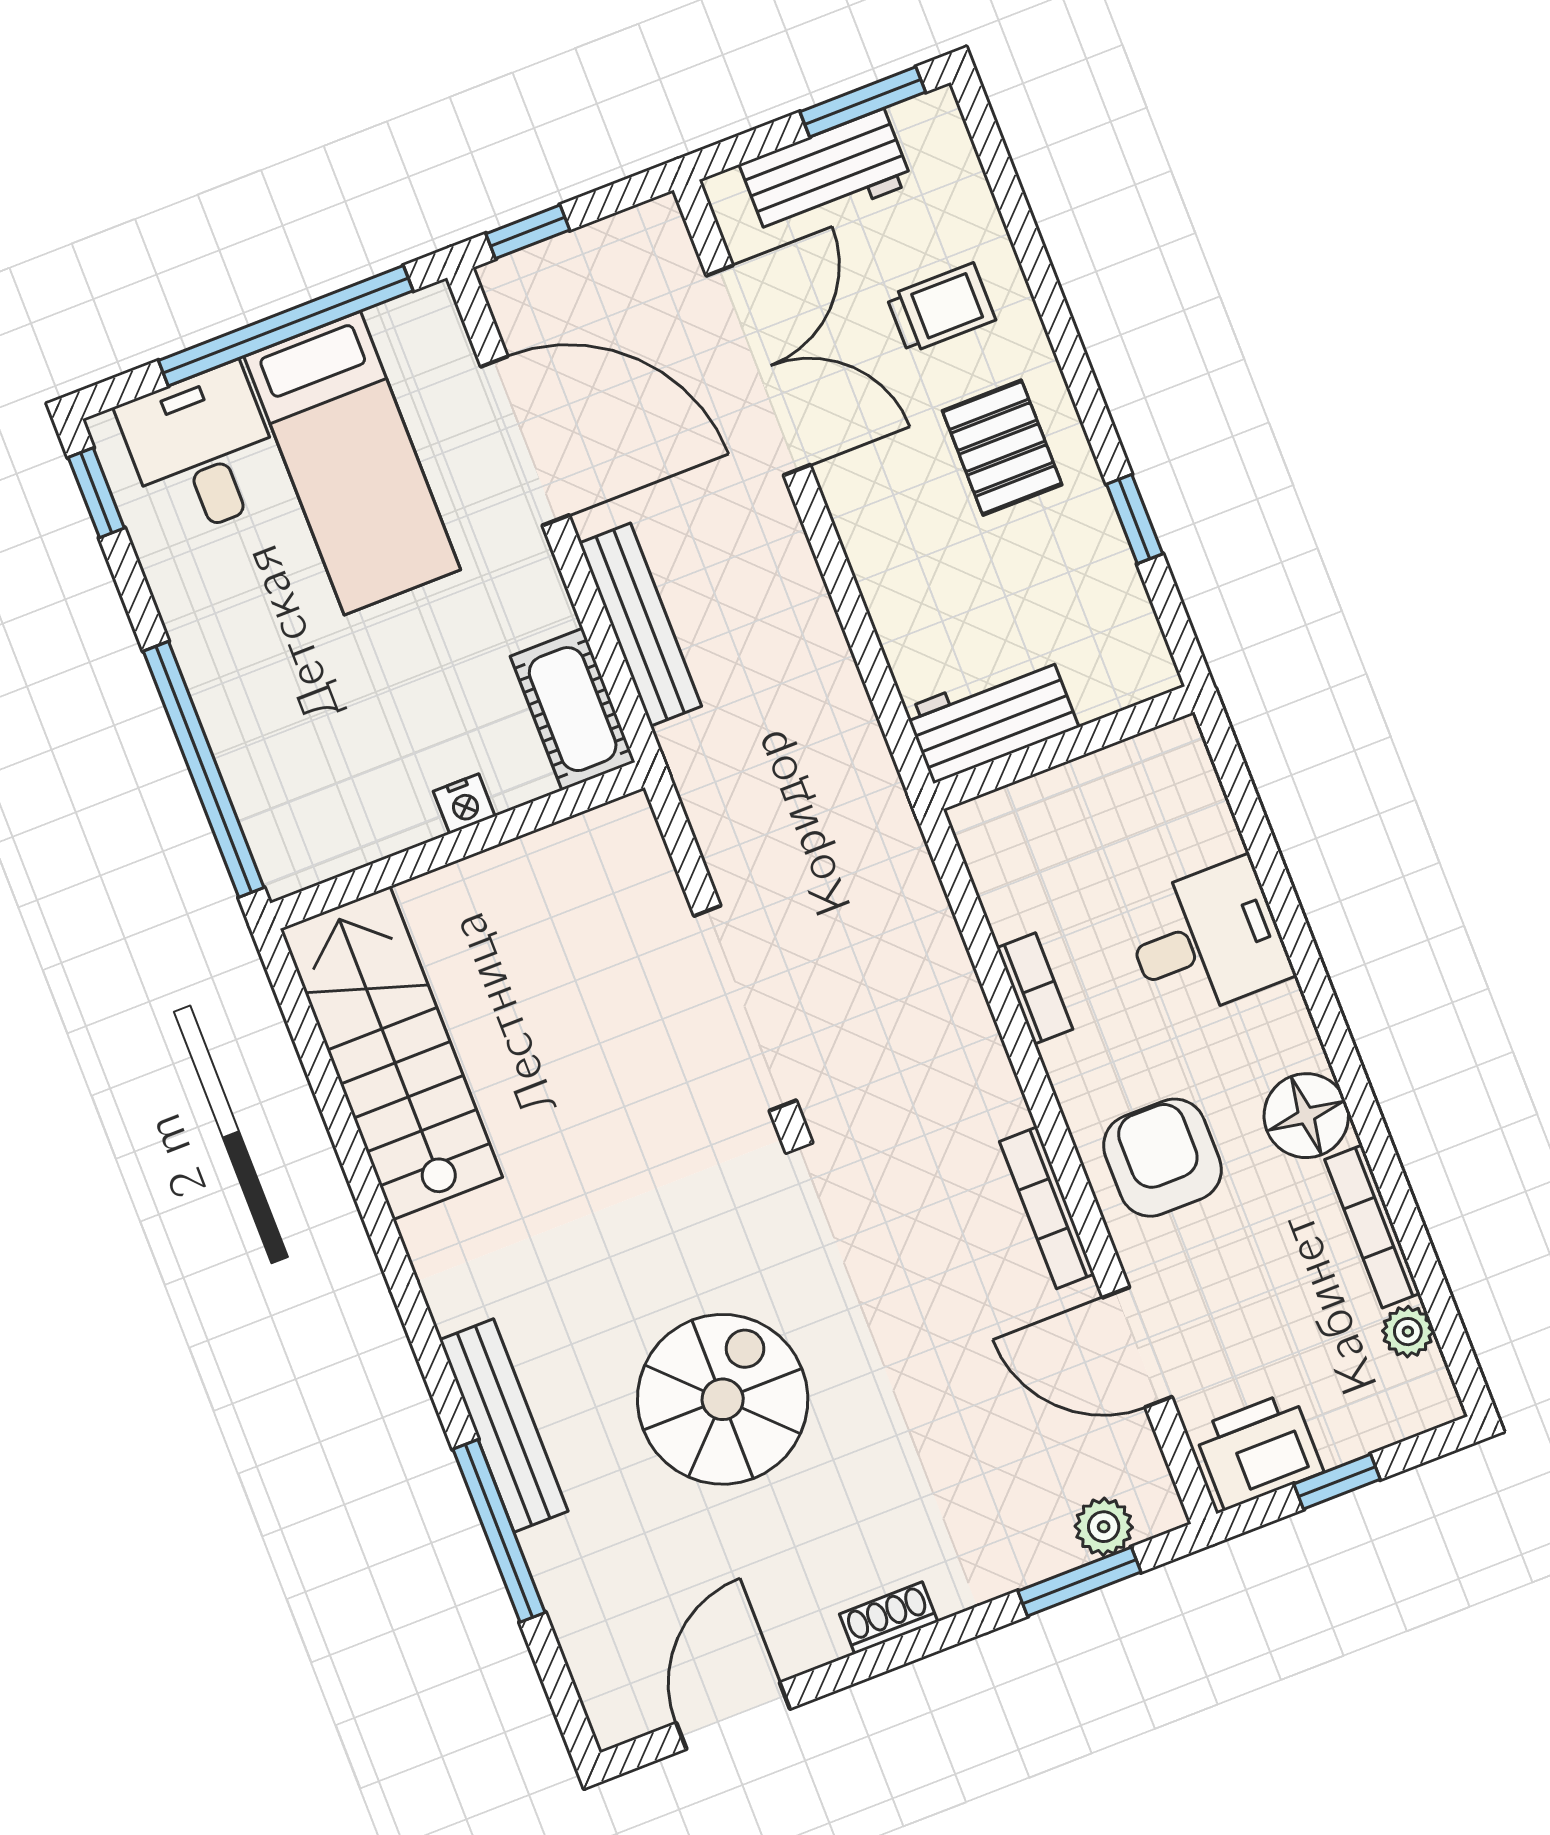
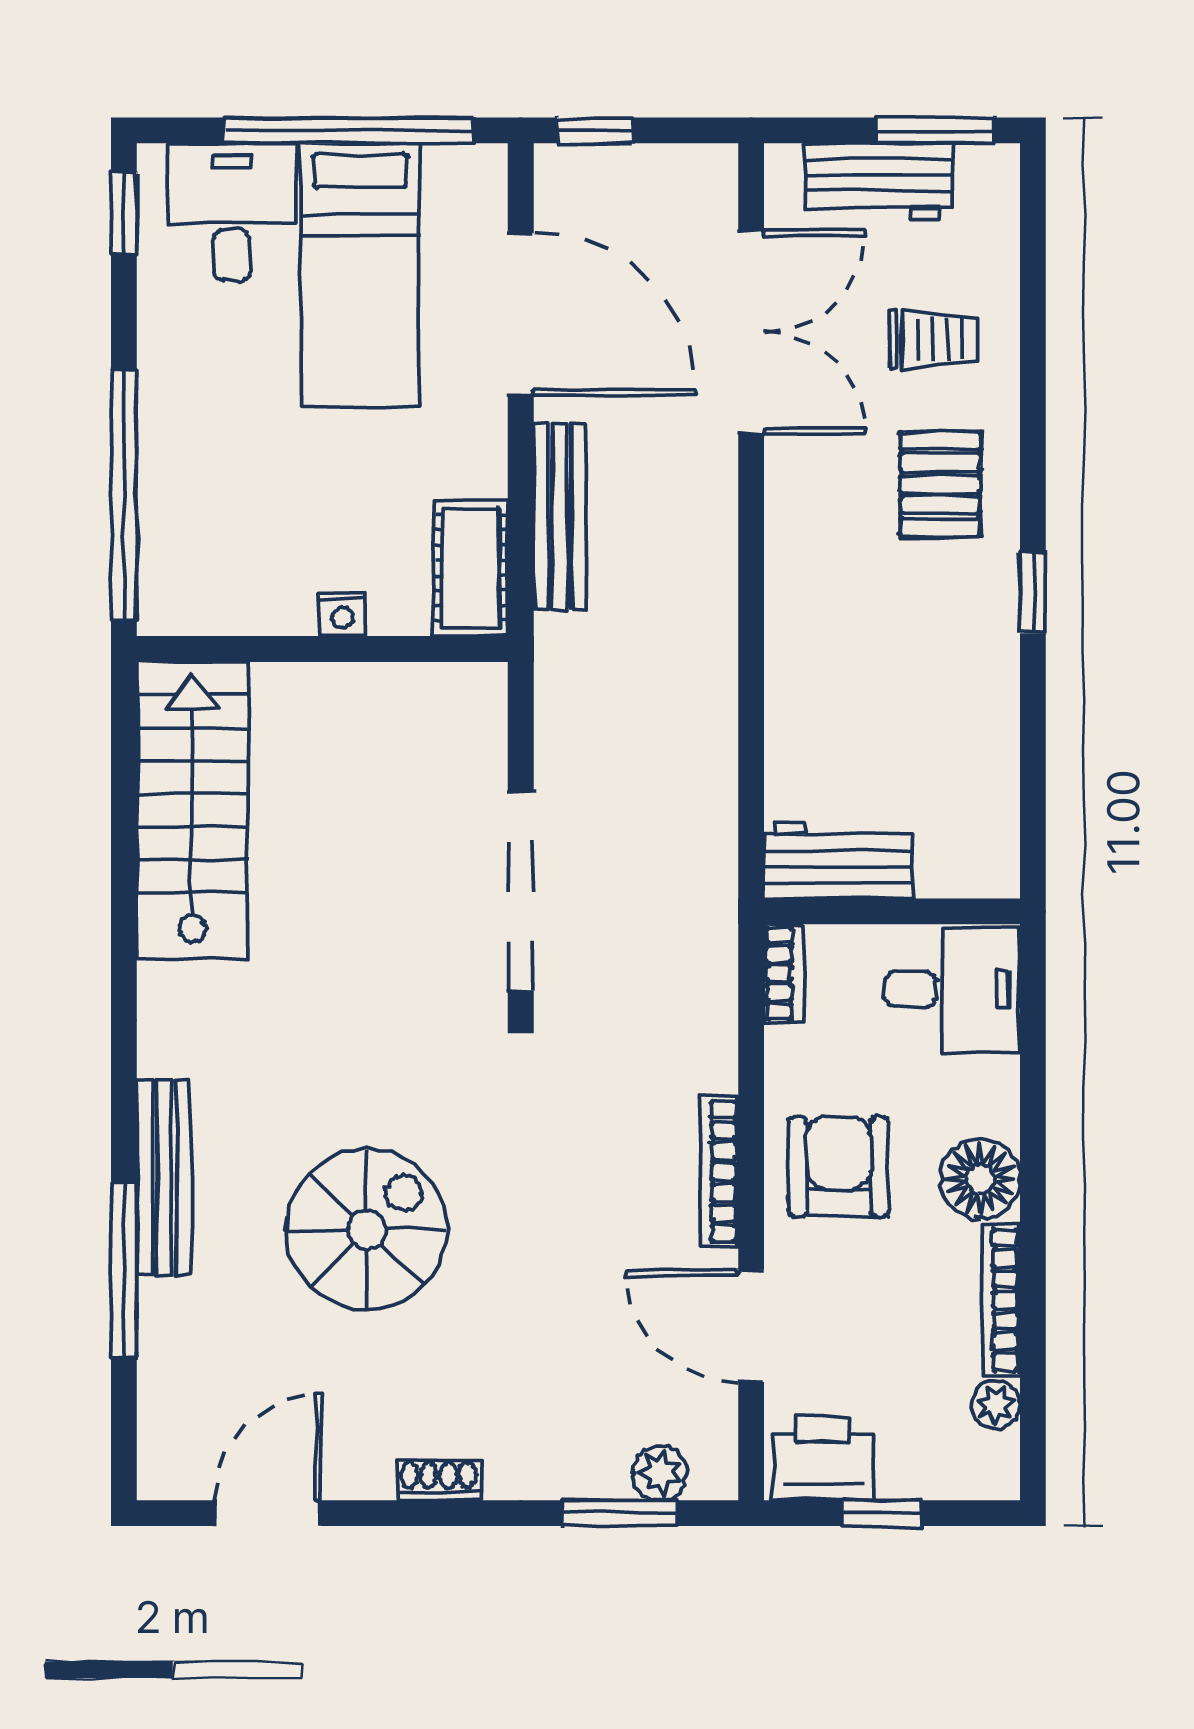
workbench: (992, 718) -> (838, 860), moved
wall: (1064, 748) -> (892, 911), moved

